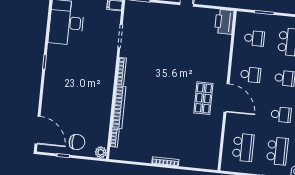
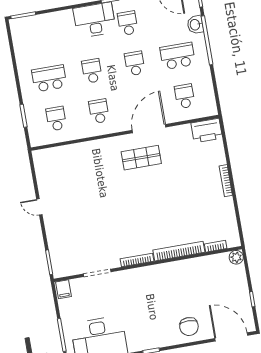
printer: (224, 22) -> (207, 131), moved
door: (226, 98) -> (149, 129), moved
door: (38, 130) -> (231, 337), hinge flipped
chair: (77, 142) -> (189, 327), moved, turned 180
school desk: (243, 147) -> (185, 96), width x0.54

